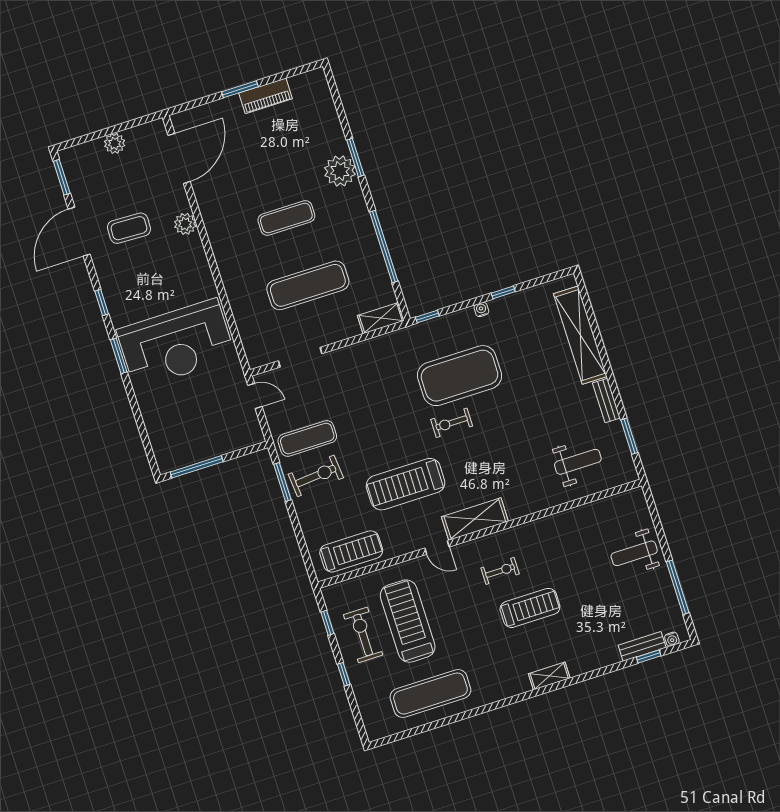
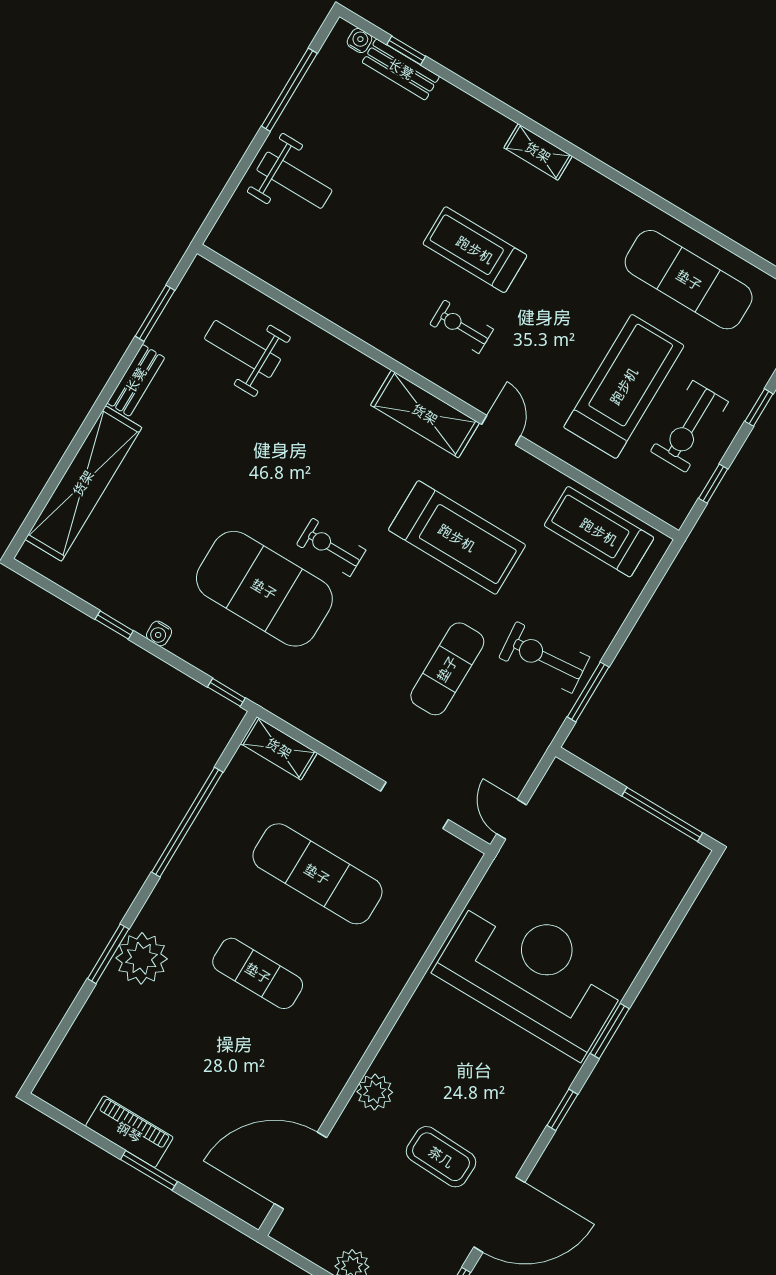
exercise bike: (452, 423) -> (331, 547), turned 180
exercise mat: (307, 438) -> (447, 669), moved, turned 90
treadmill: (408, 621) -> (624, 386), turned 180

